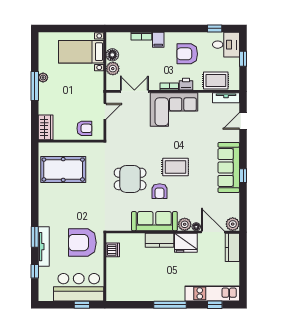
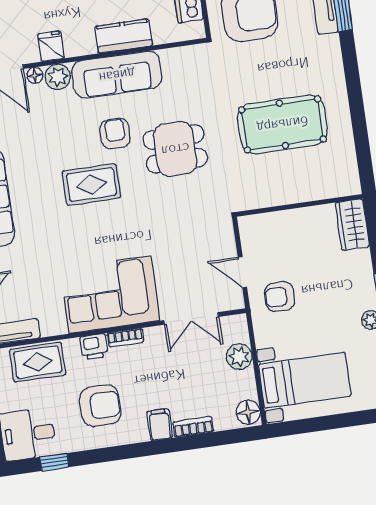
floor lamp: (112, 55) -> (248, 412), moved
door: (105, 111) -> (242, 272), hinge flipped
armchair: (84, 128) -> (280, 297), moved
pool table: (63, 170) -> (282, 124), moved
kitchen counter: (160, 240) -> (124, 36), moved
fridge: (186, 243) -> (51, 46), width x0.53, depth x0.75

